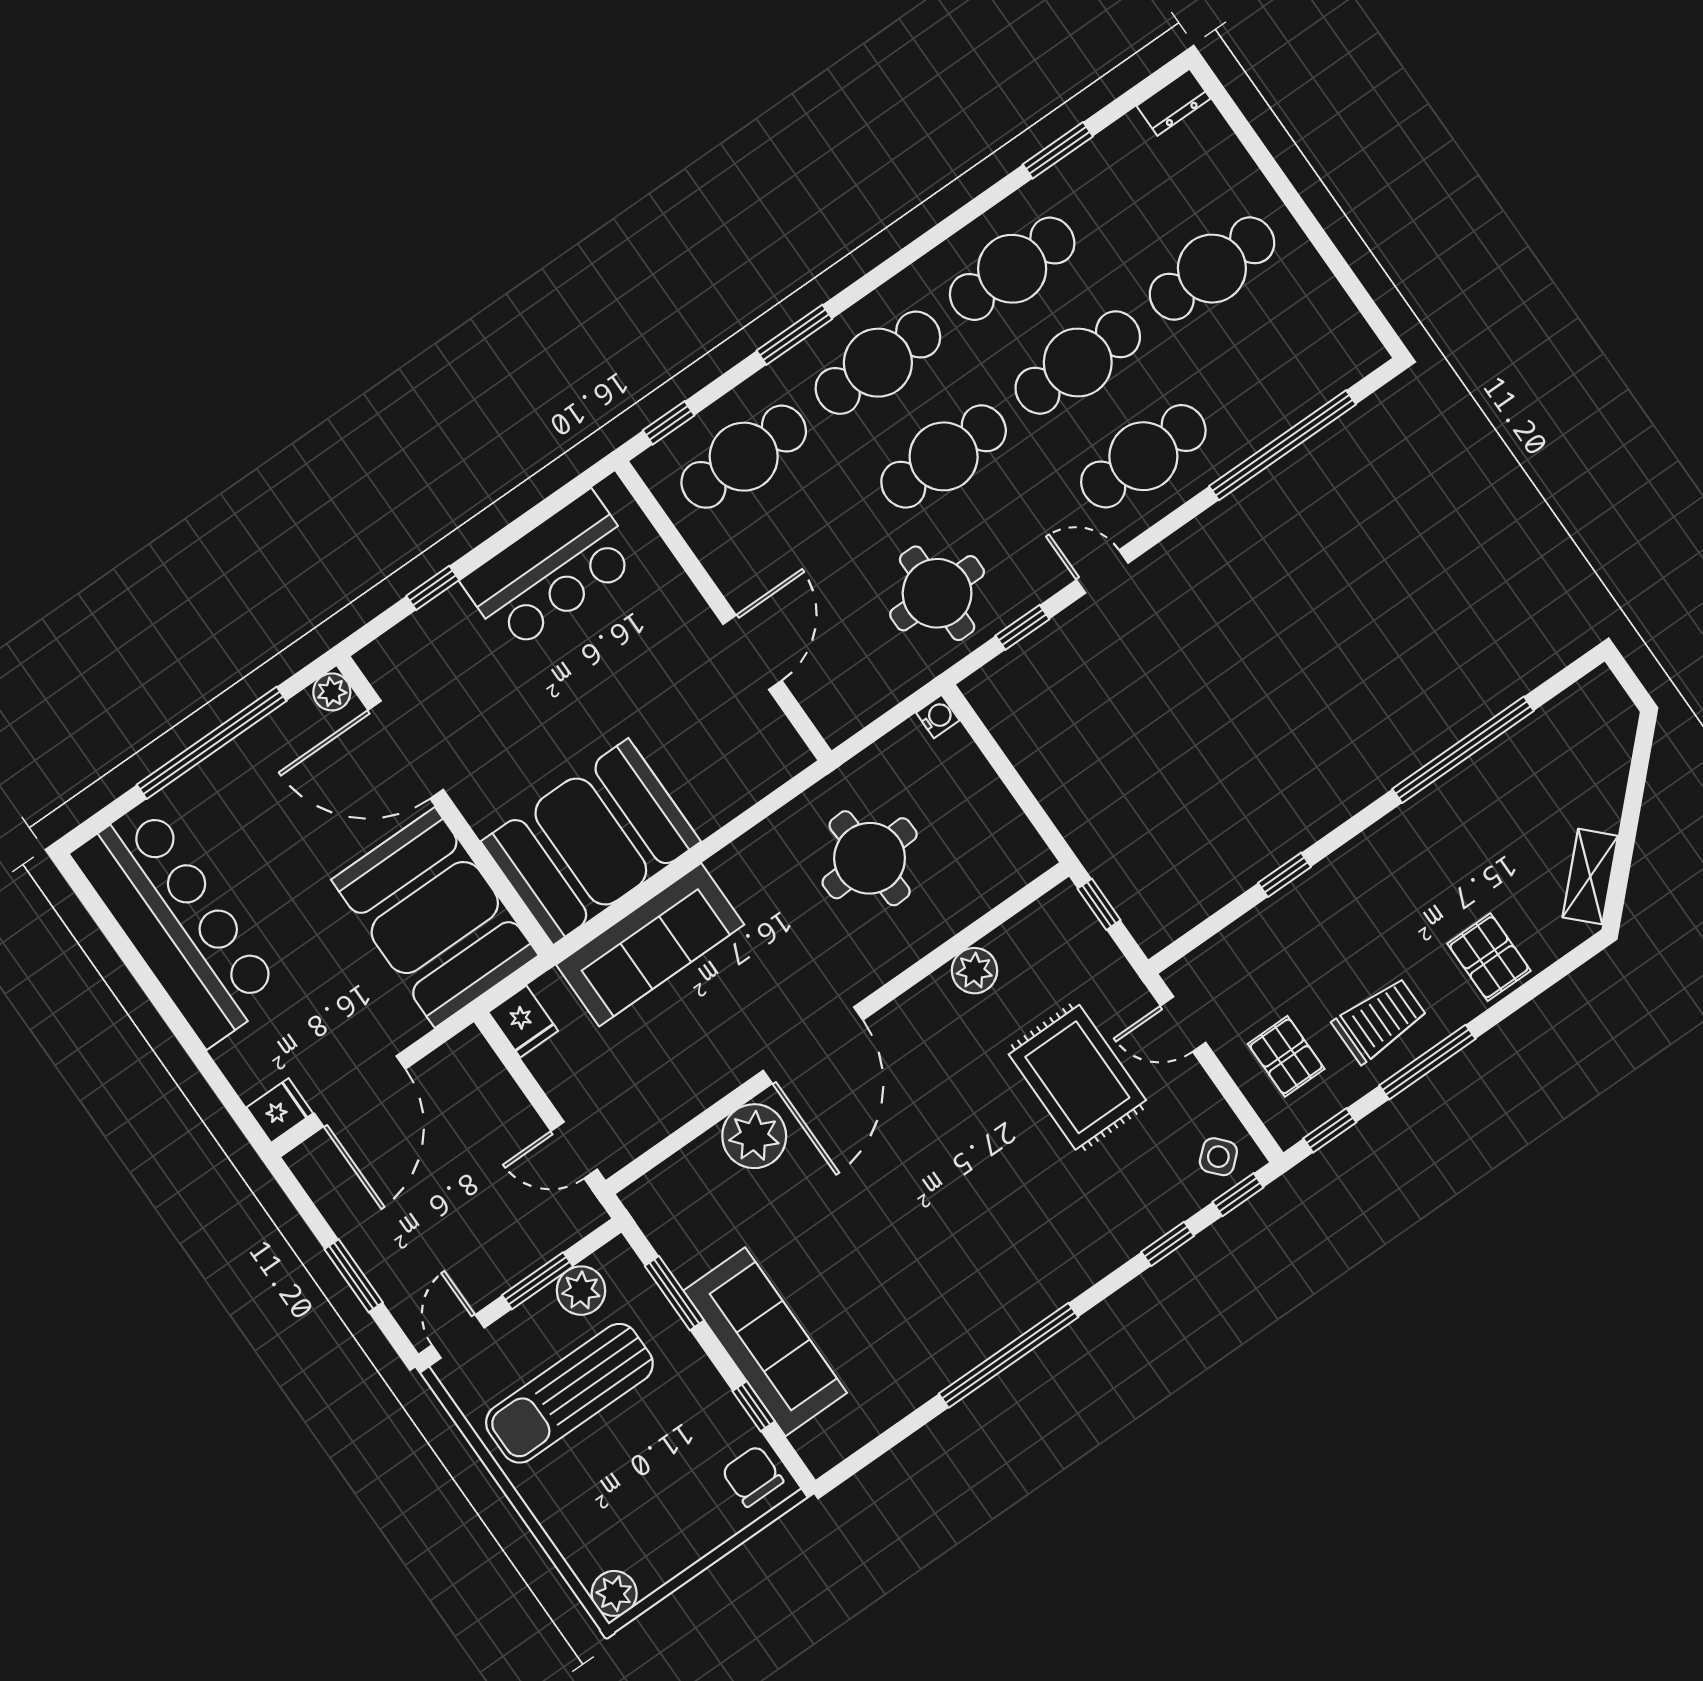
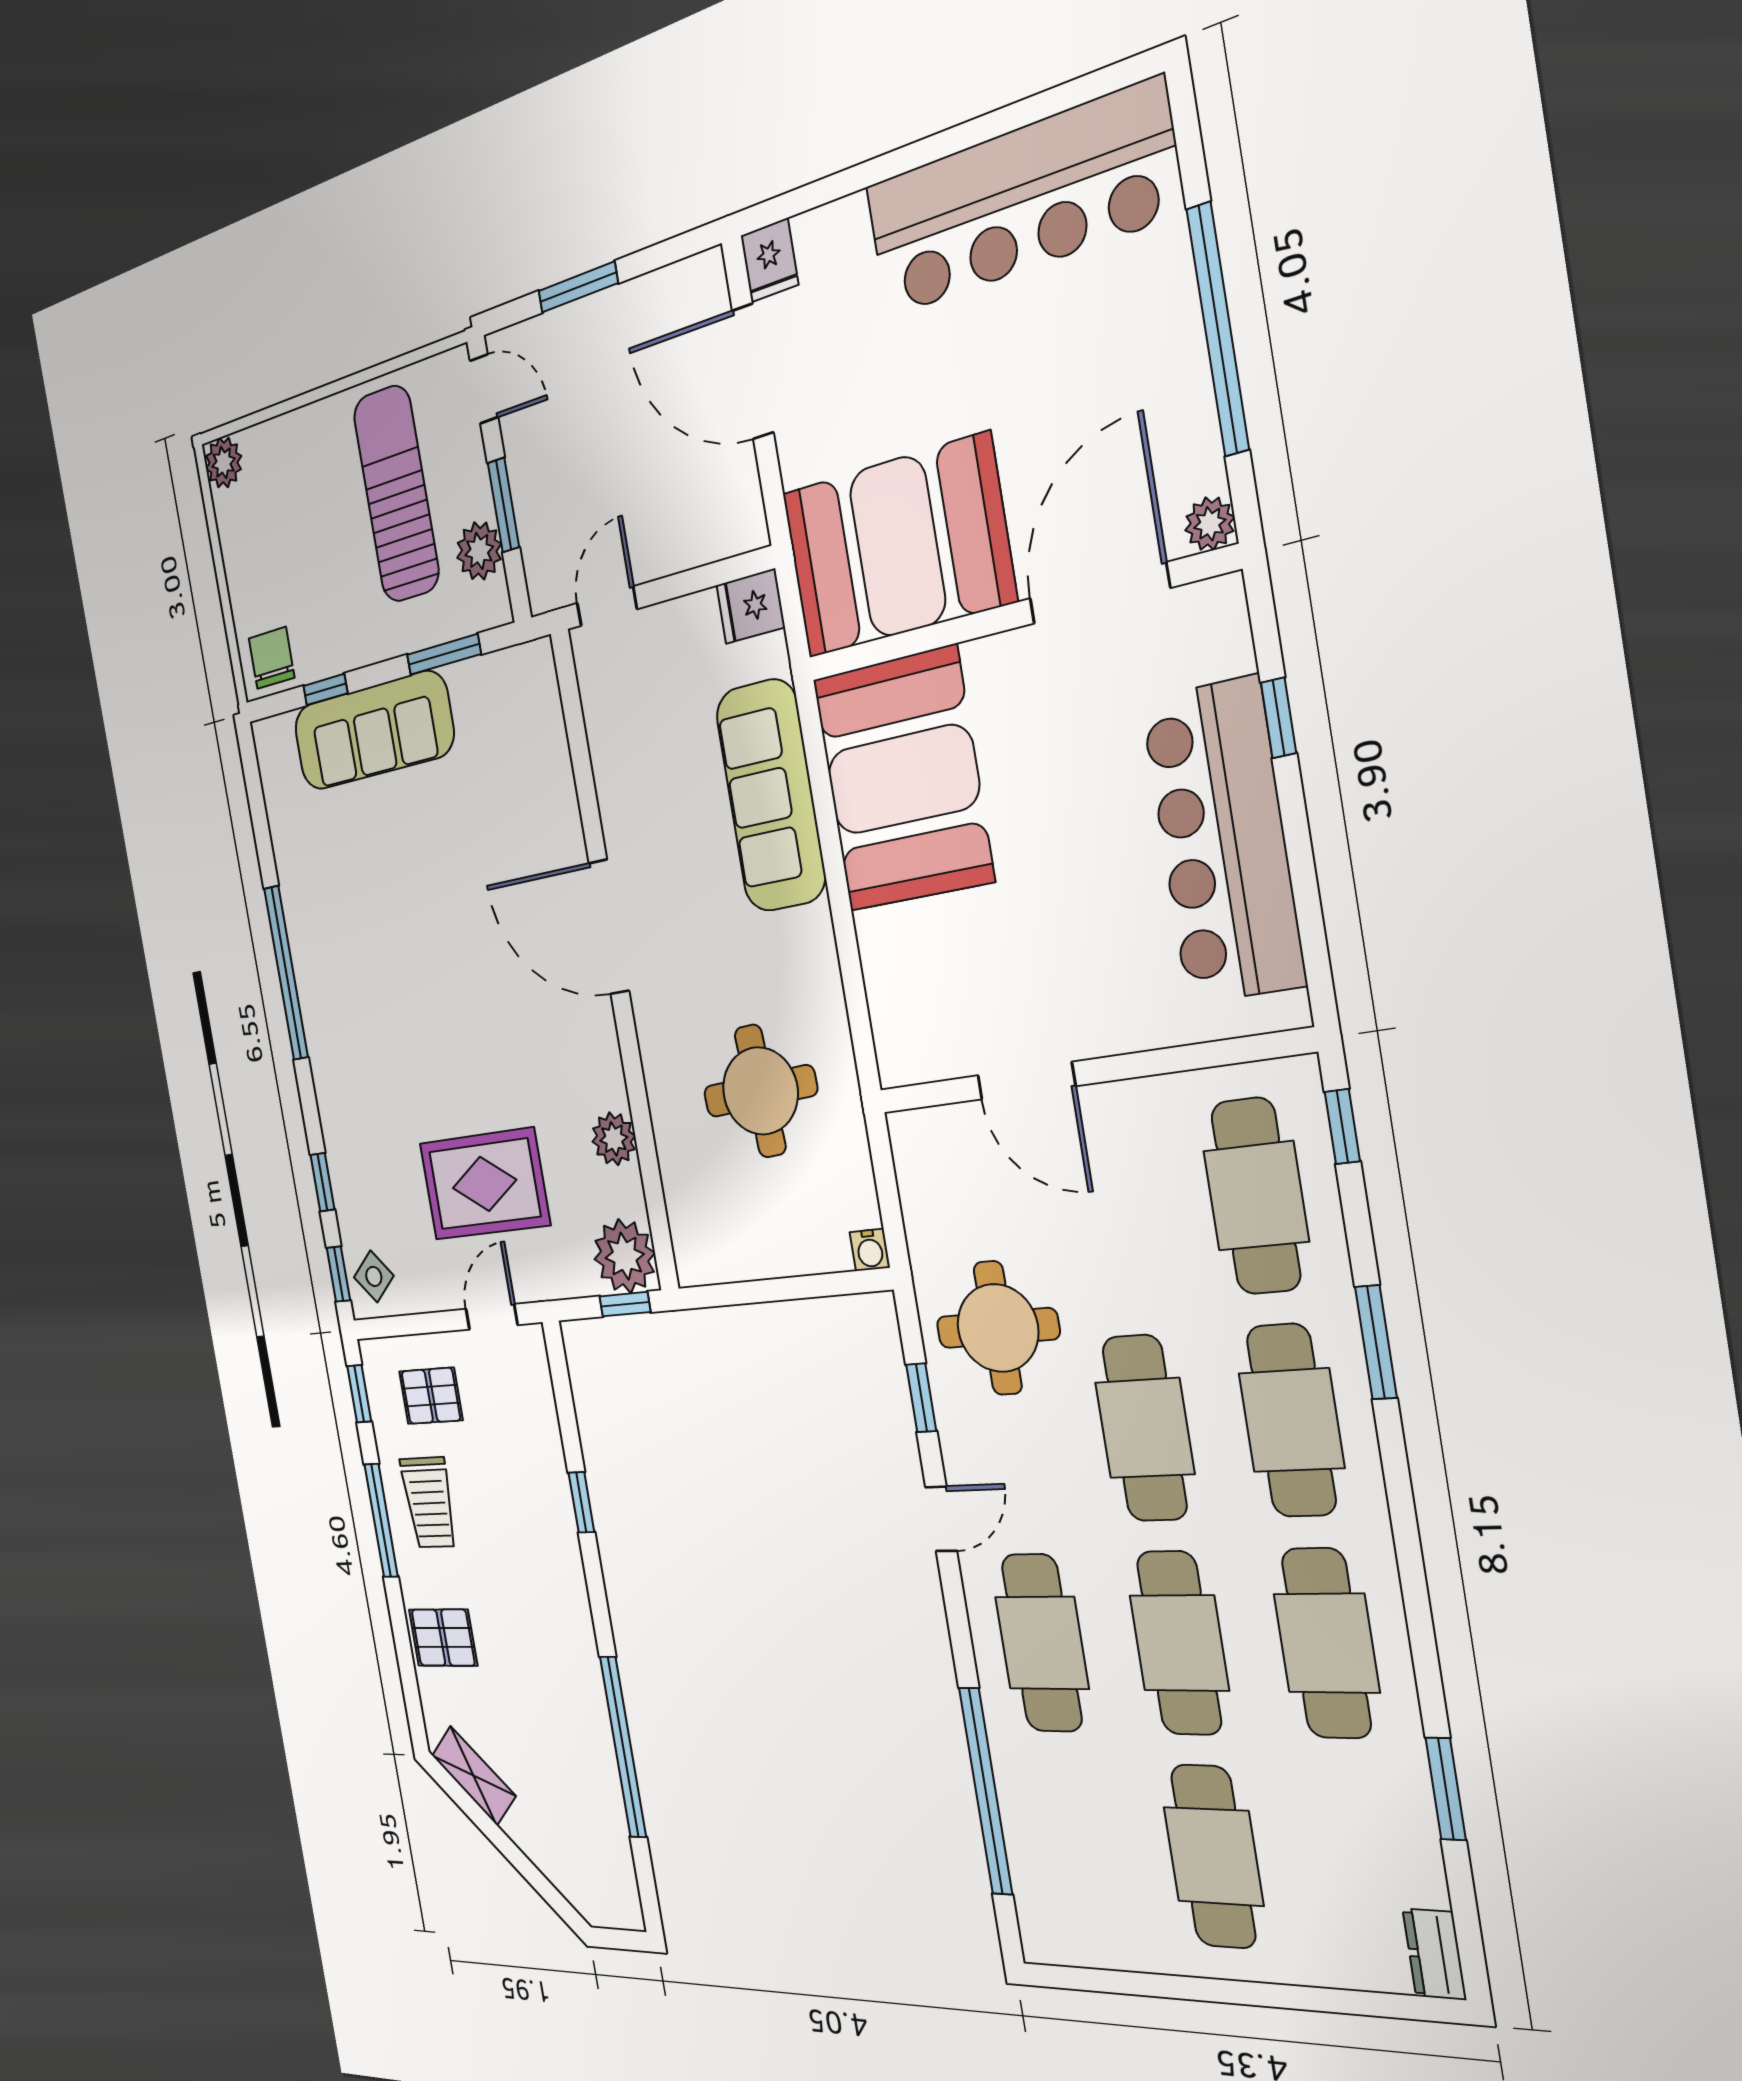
bar counter: (551, 571) -> (1223, 842), width x1.36
plant: (754, 1136) -> (625, 1256), moved
chair: (752, 1476) -> (272, 658), turned -90

